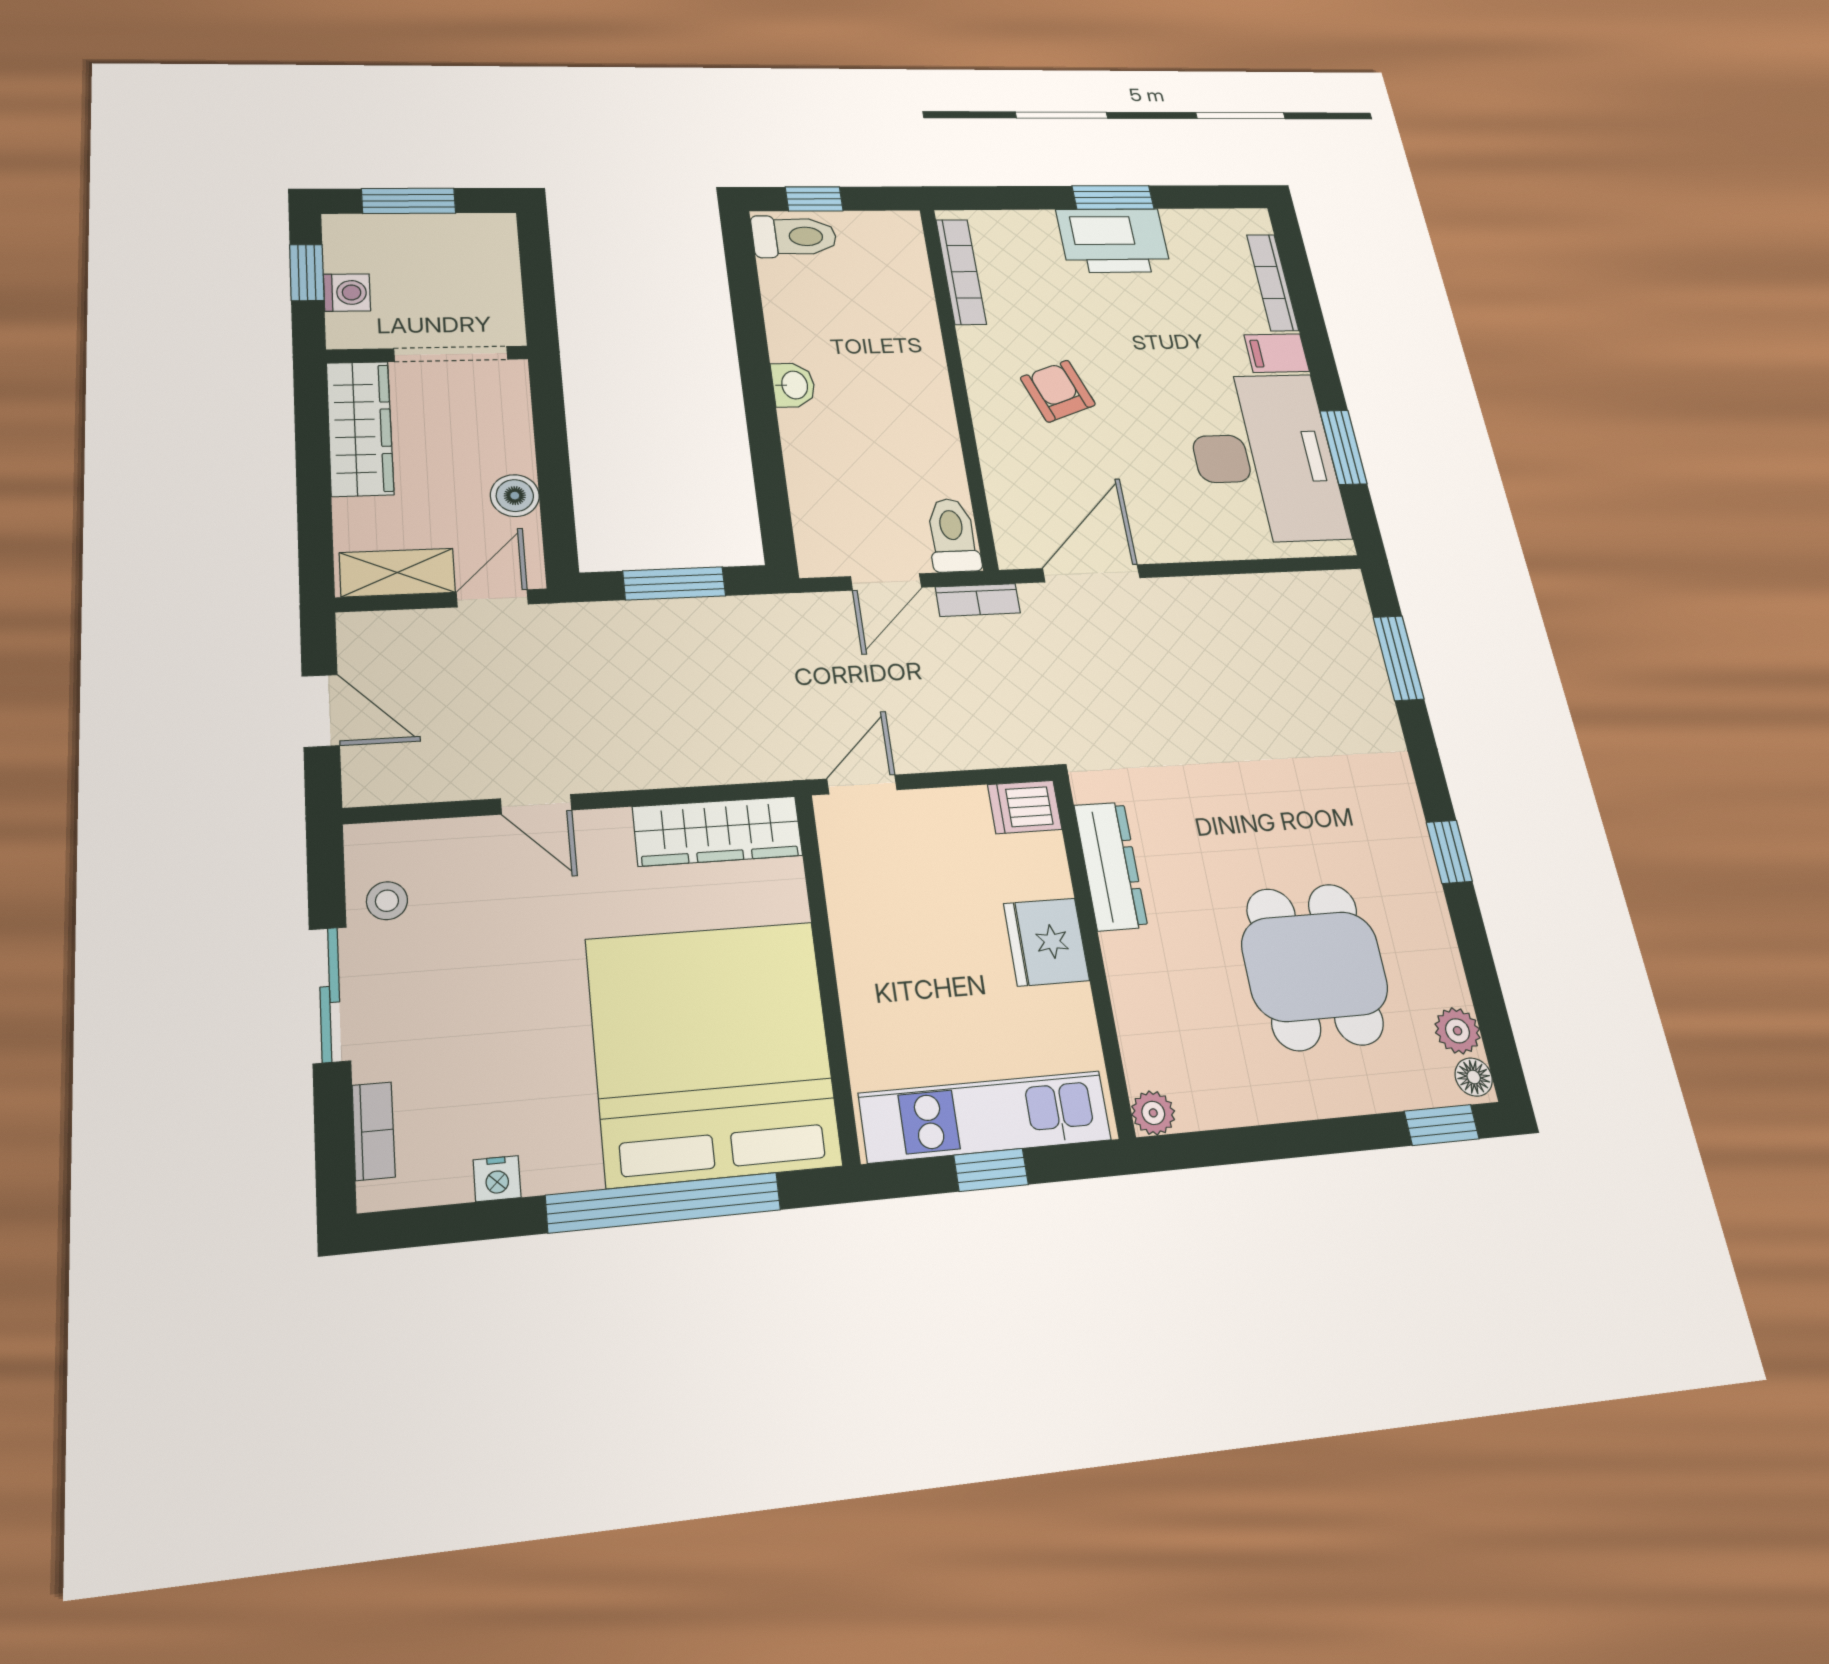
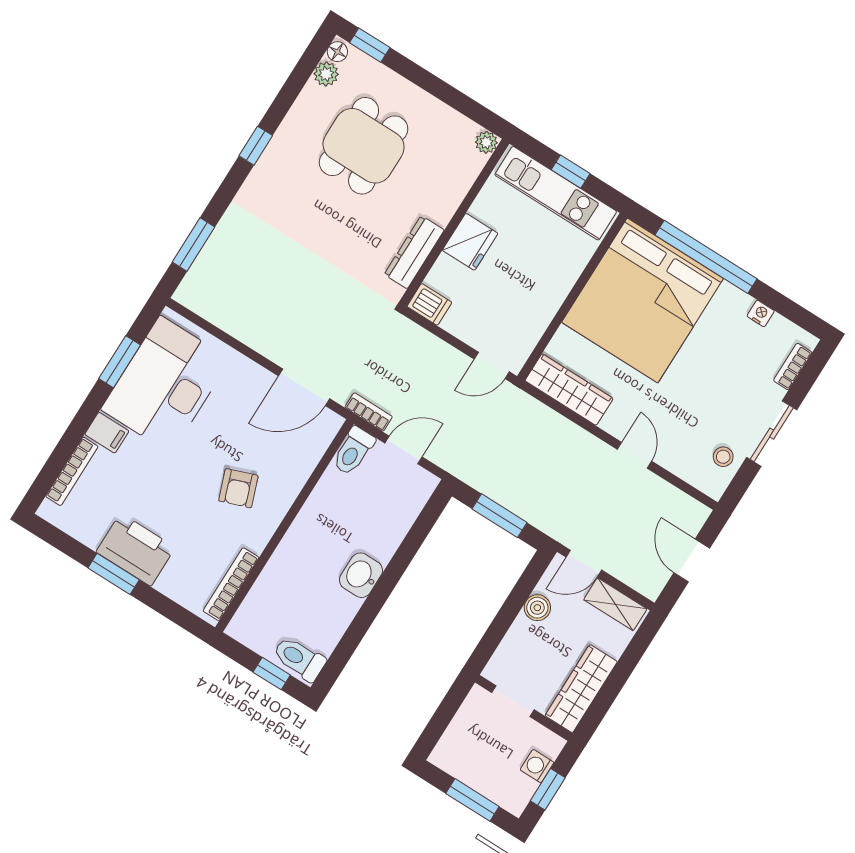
doorway: (451, 354) -> (513, 701), width x0.73
washbasin: (793, 385) -> (361, 575), width x1.38, depth x1.45

